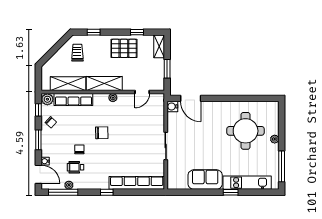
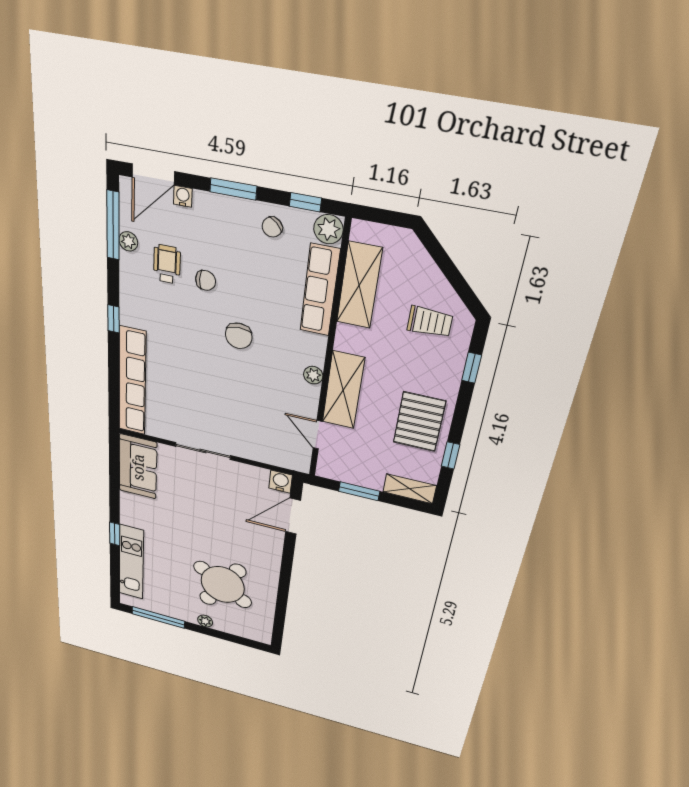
shelving: (104, 83) -> (343, 390), moved
round table: (246, 131) -> (223, 585), turned 32
sofa: (205, 180) -> (138, 467), moved

